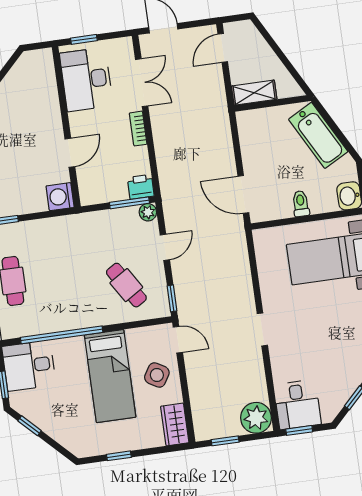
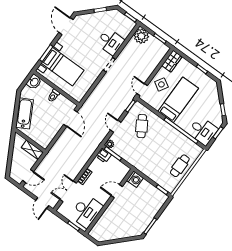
door: (165, 247) -> (116, 126), hinge flipped
desk: (297, 404) -> (110, 42), moved, turned 90

